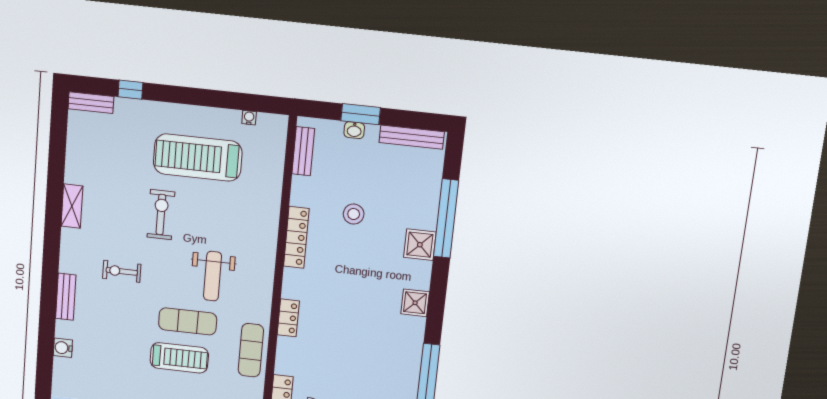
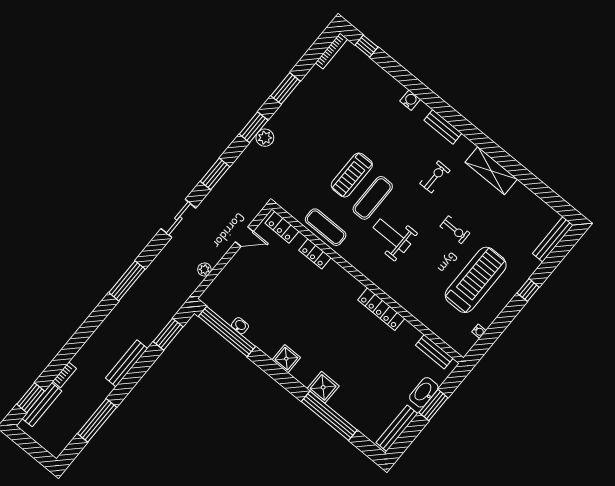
window: (130, 90) -> (528, 290), moved
bench: (91, 103) -> (553, 239), width x1.36
washbasin: (354, 130) -> (424, 392), width x1.91, depth x1.45
shelving: (72, 206) -> (491, 171), width x1.50, depth x1.33
stool: (354, 214) -> (372, 357), removed
exercise bike: (161, 215) -> (455, 230), width x0.73, depth x0.72
locker: (288, 318) -> (315, 254), moved
washbasin: (412, 372) -> (240, 326), added

